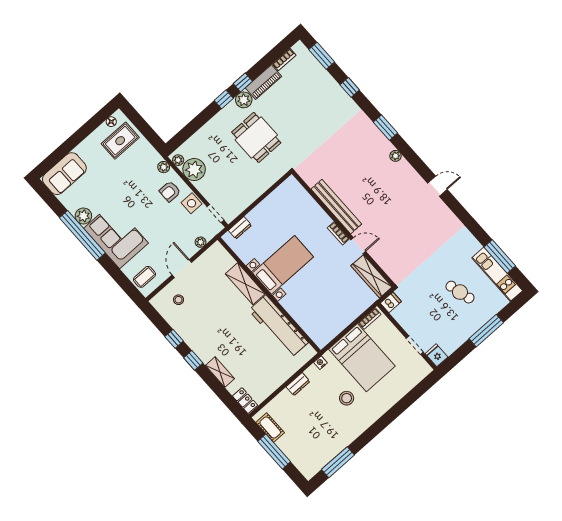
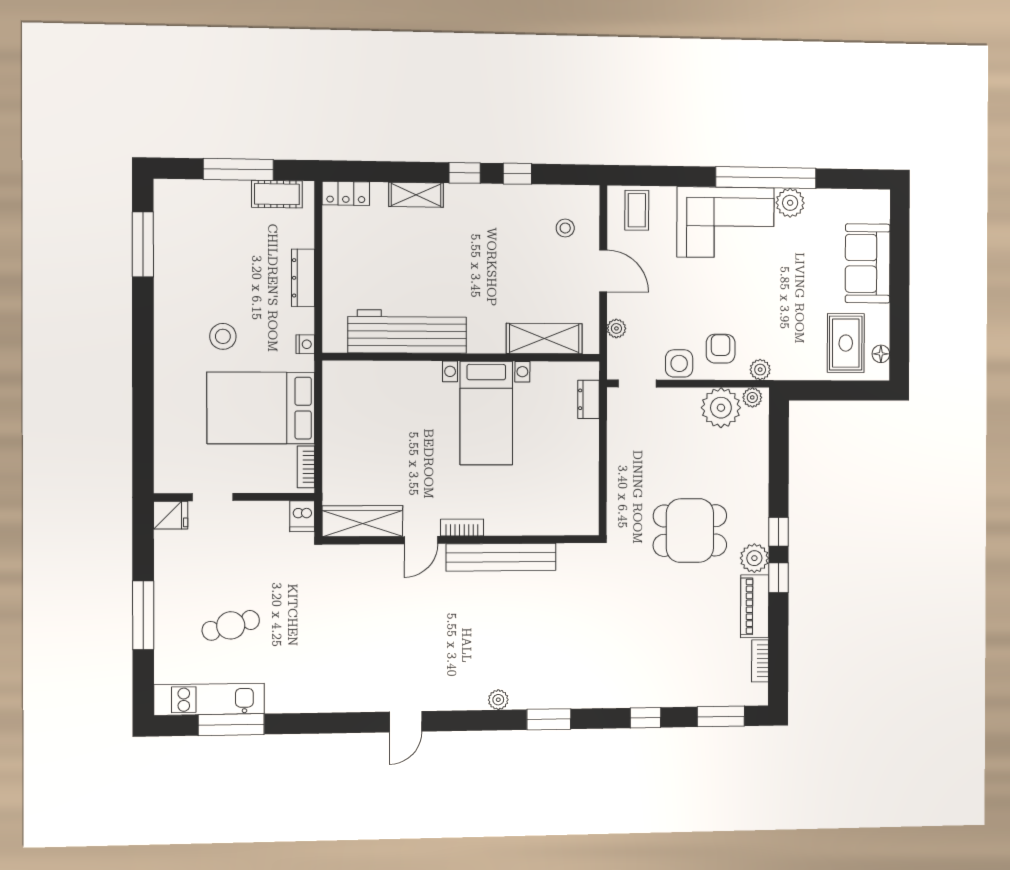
sofa: (64, 174) -> (868, 263), moved
shelving: (245, 284) -> (544, 339), moved
dresser: (298, 384) -> (303, 278), width x1.44

